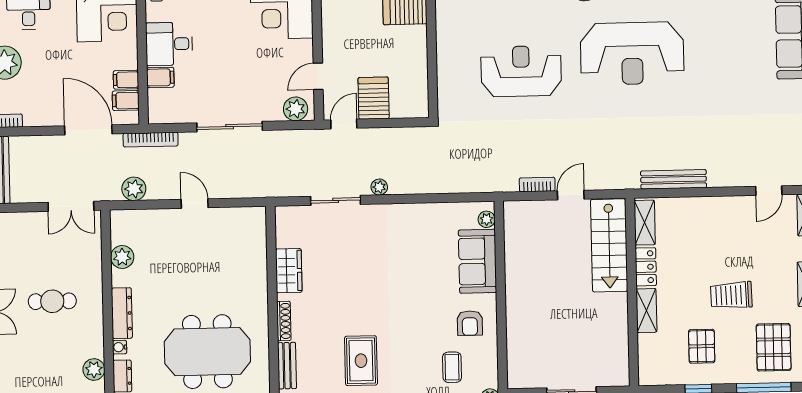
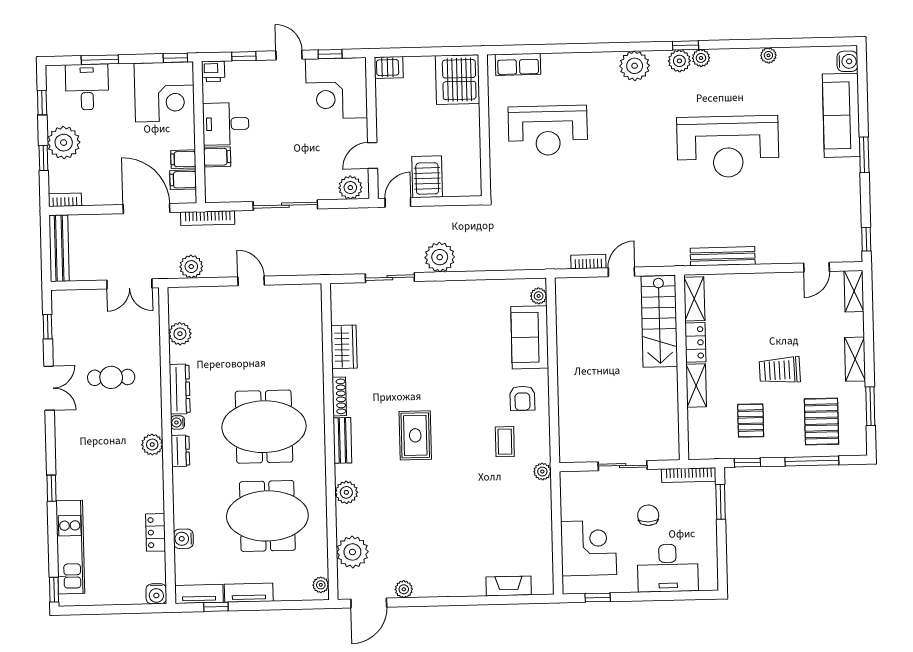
reception desk: (632, 53) -> (728, 147), moved
reception desk: (521, 71) -> (548, 130), moved, turned 180
plant: (379, 187) -> (440, 257), width x1.87, depth x1.87

